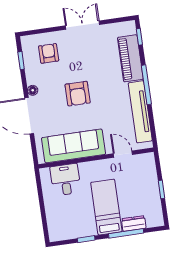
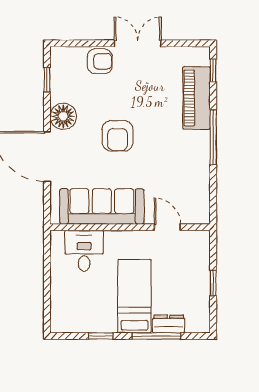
armchair: (49, 53) -> (100, 61), moved, turned 90
floor lamp: (33, 90) -> (63, 116), width x1.89, depth x1.89
tv unit: (140, 112) -> (199, 173), removed

